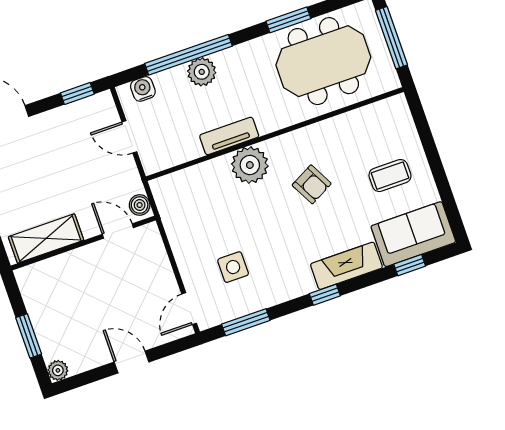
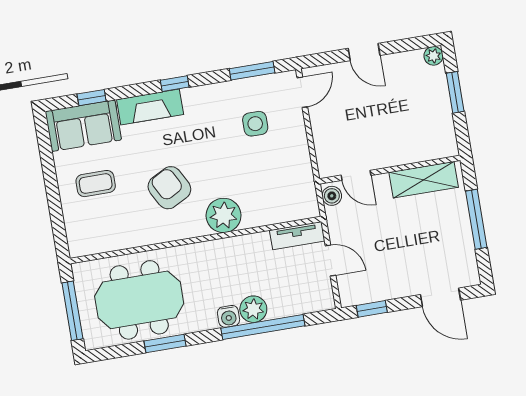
water cooler: (143, 89) -> (228, 316), moved
tv unit: (229, 136) -> (297, 236), moved
armchair: (312, 184) -> (169, 188), width x1.38, depth x1.38

